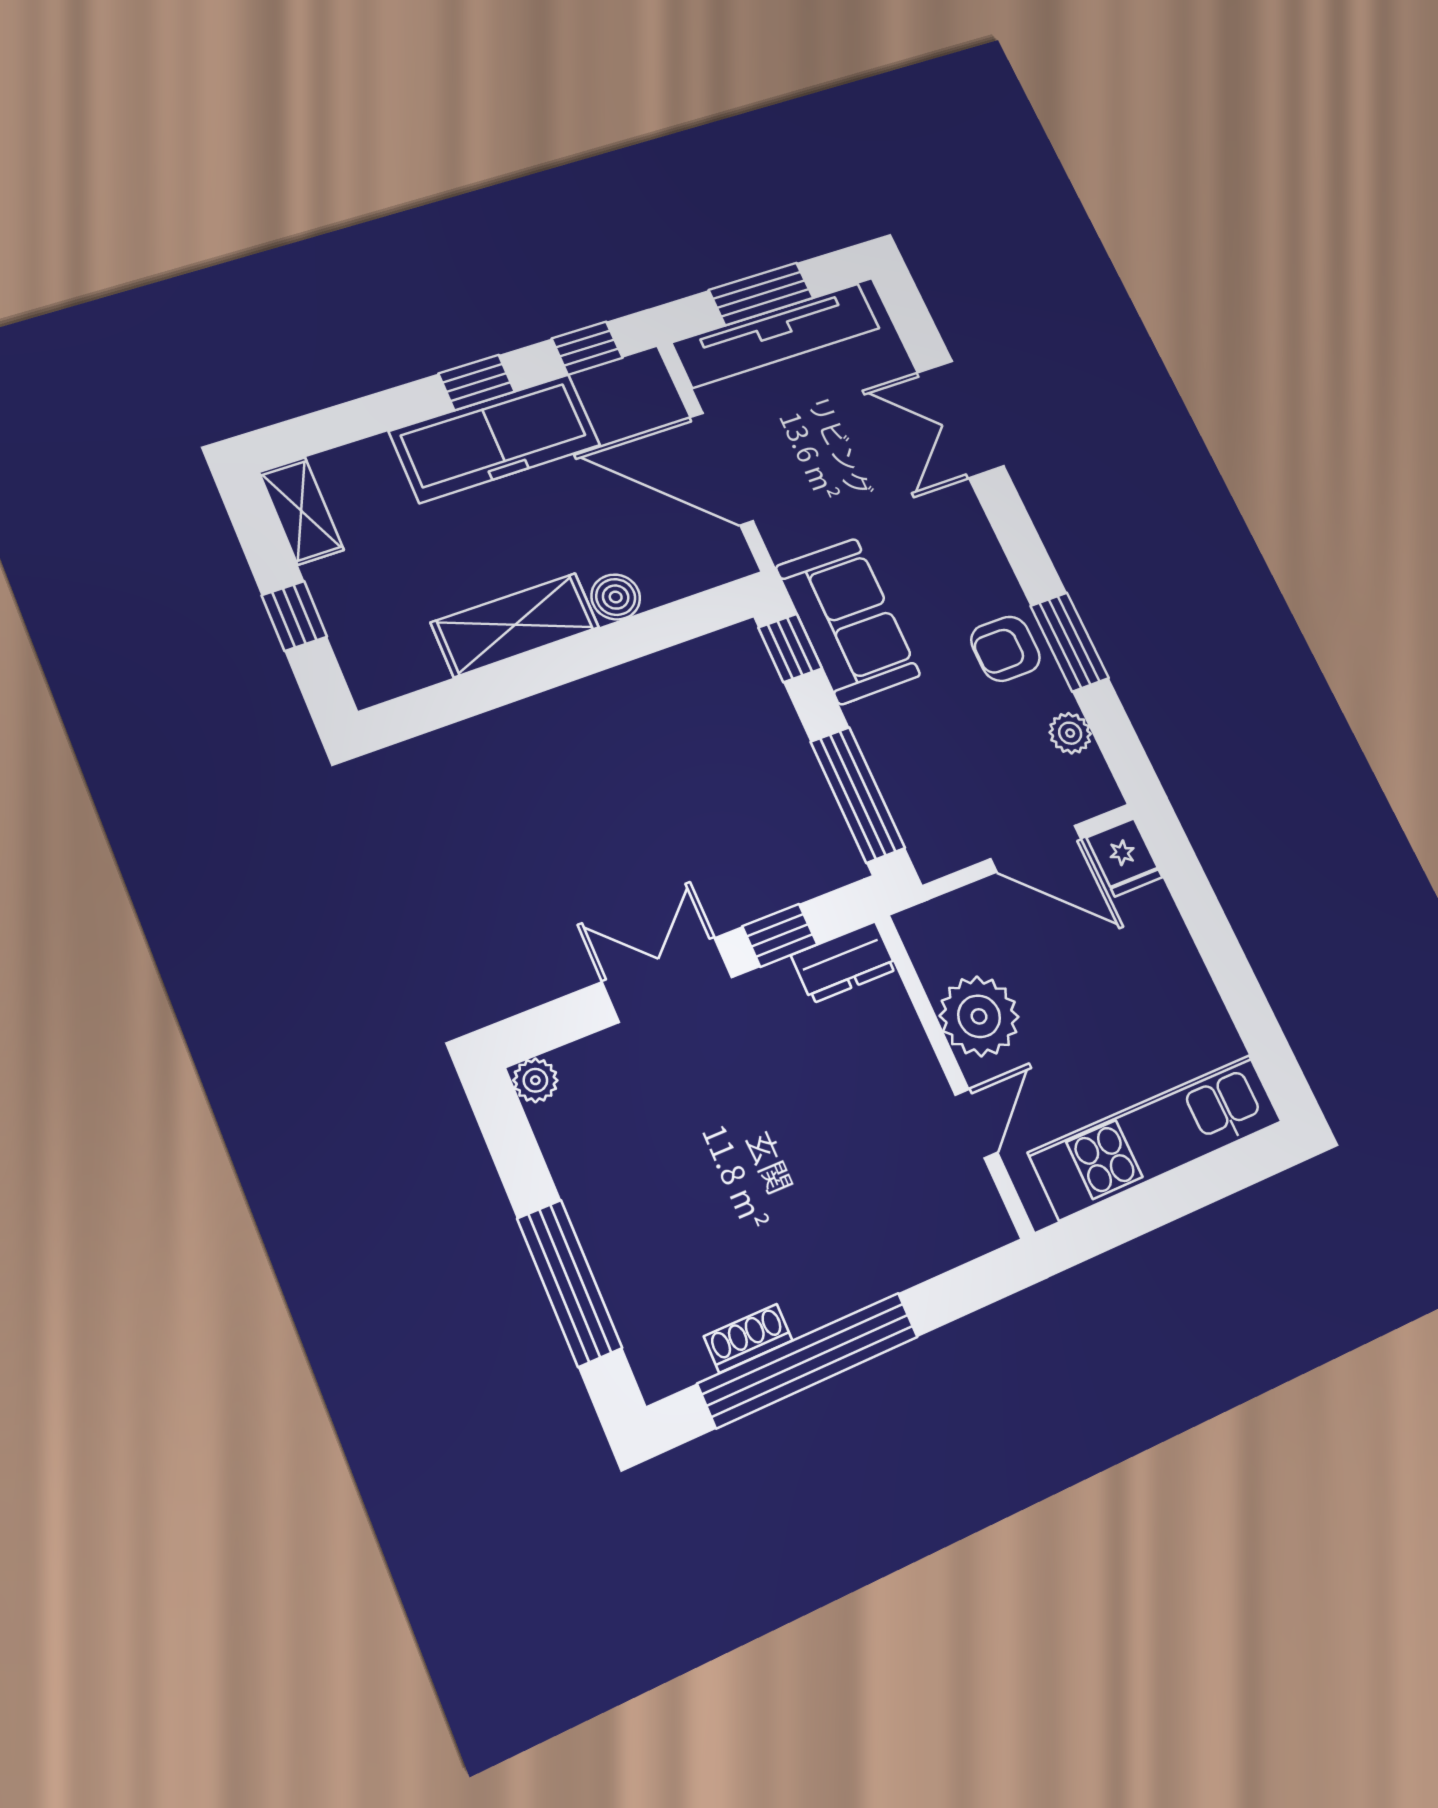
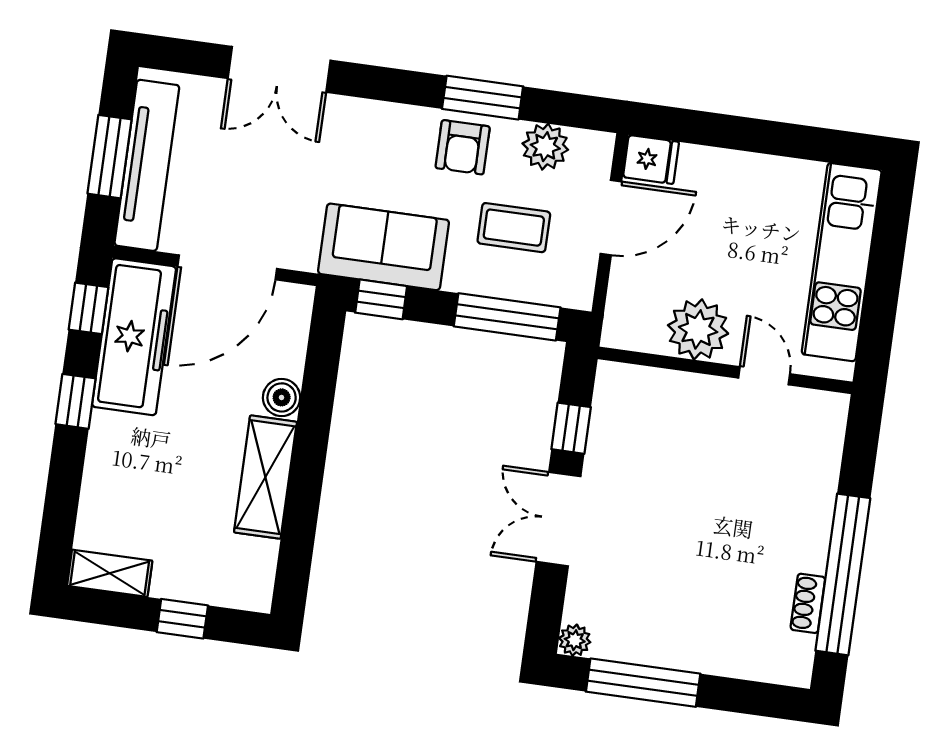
freezer: (495, 438) -> (134, 337), moved
plant: (1070, 733) -> (545, 147), width x1.38, depth x1.38
coffee table: (957, 749) -> (514, 228), added
dresser: (844, 962) -> (612, 397), removed
window: (569, 1283) -> (643, 683), moved

